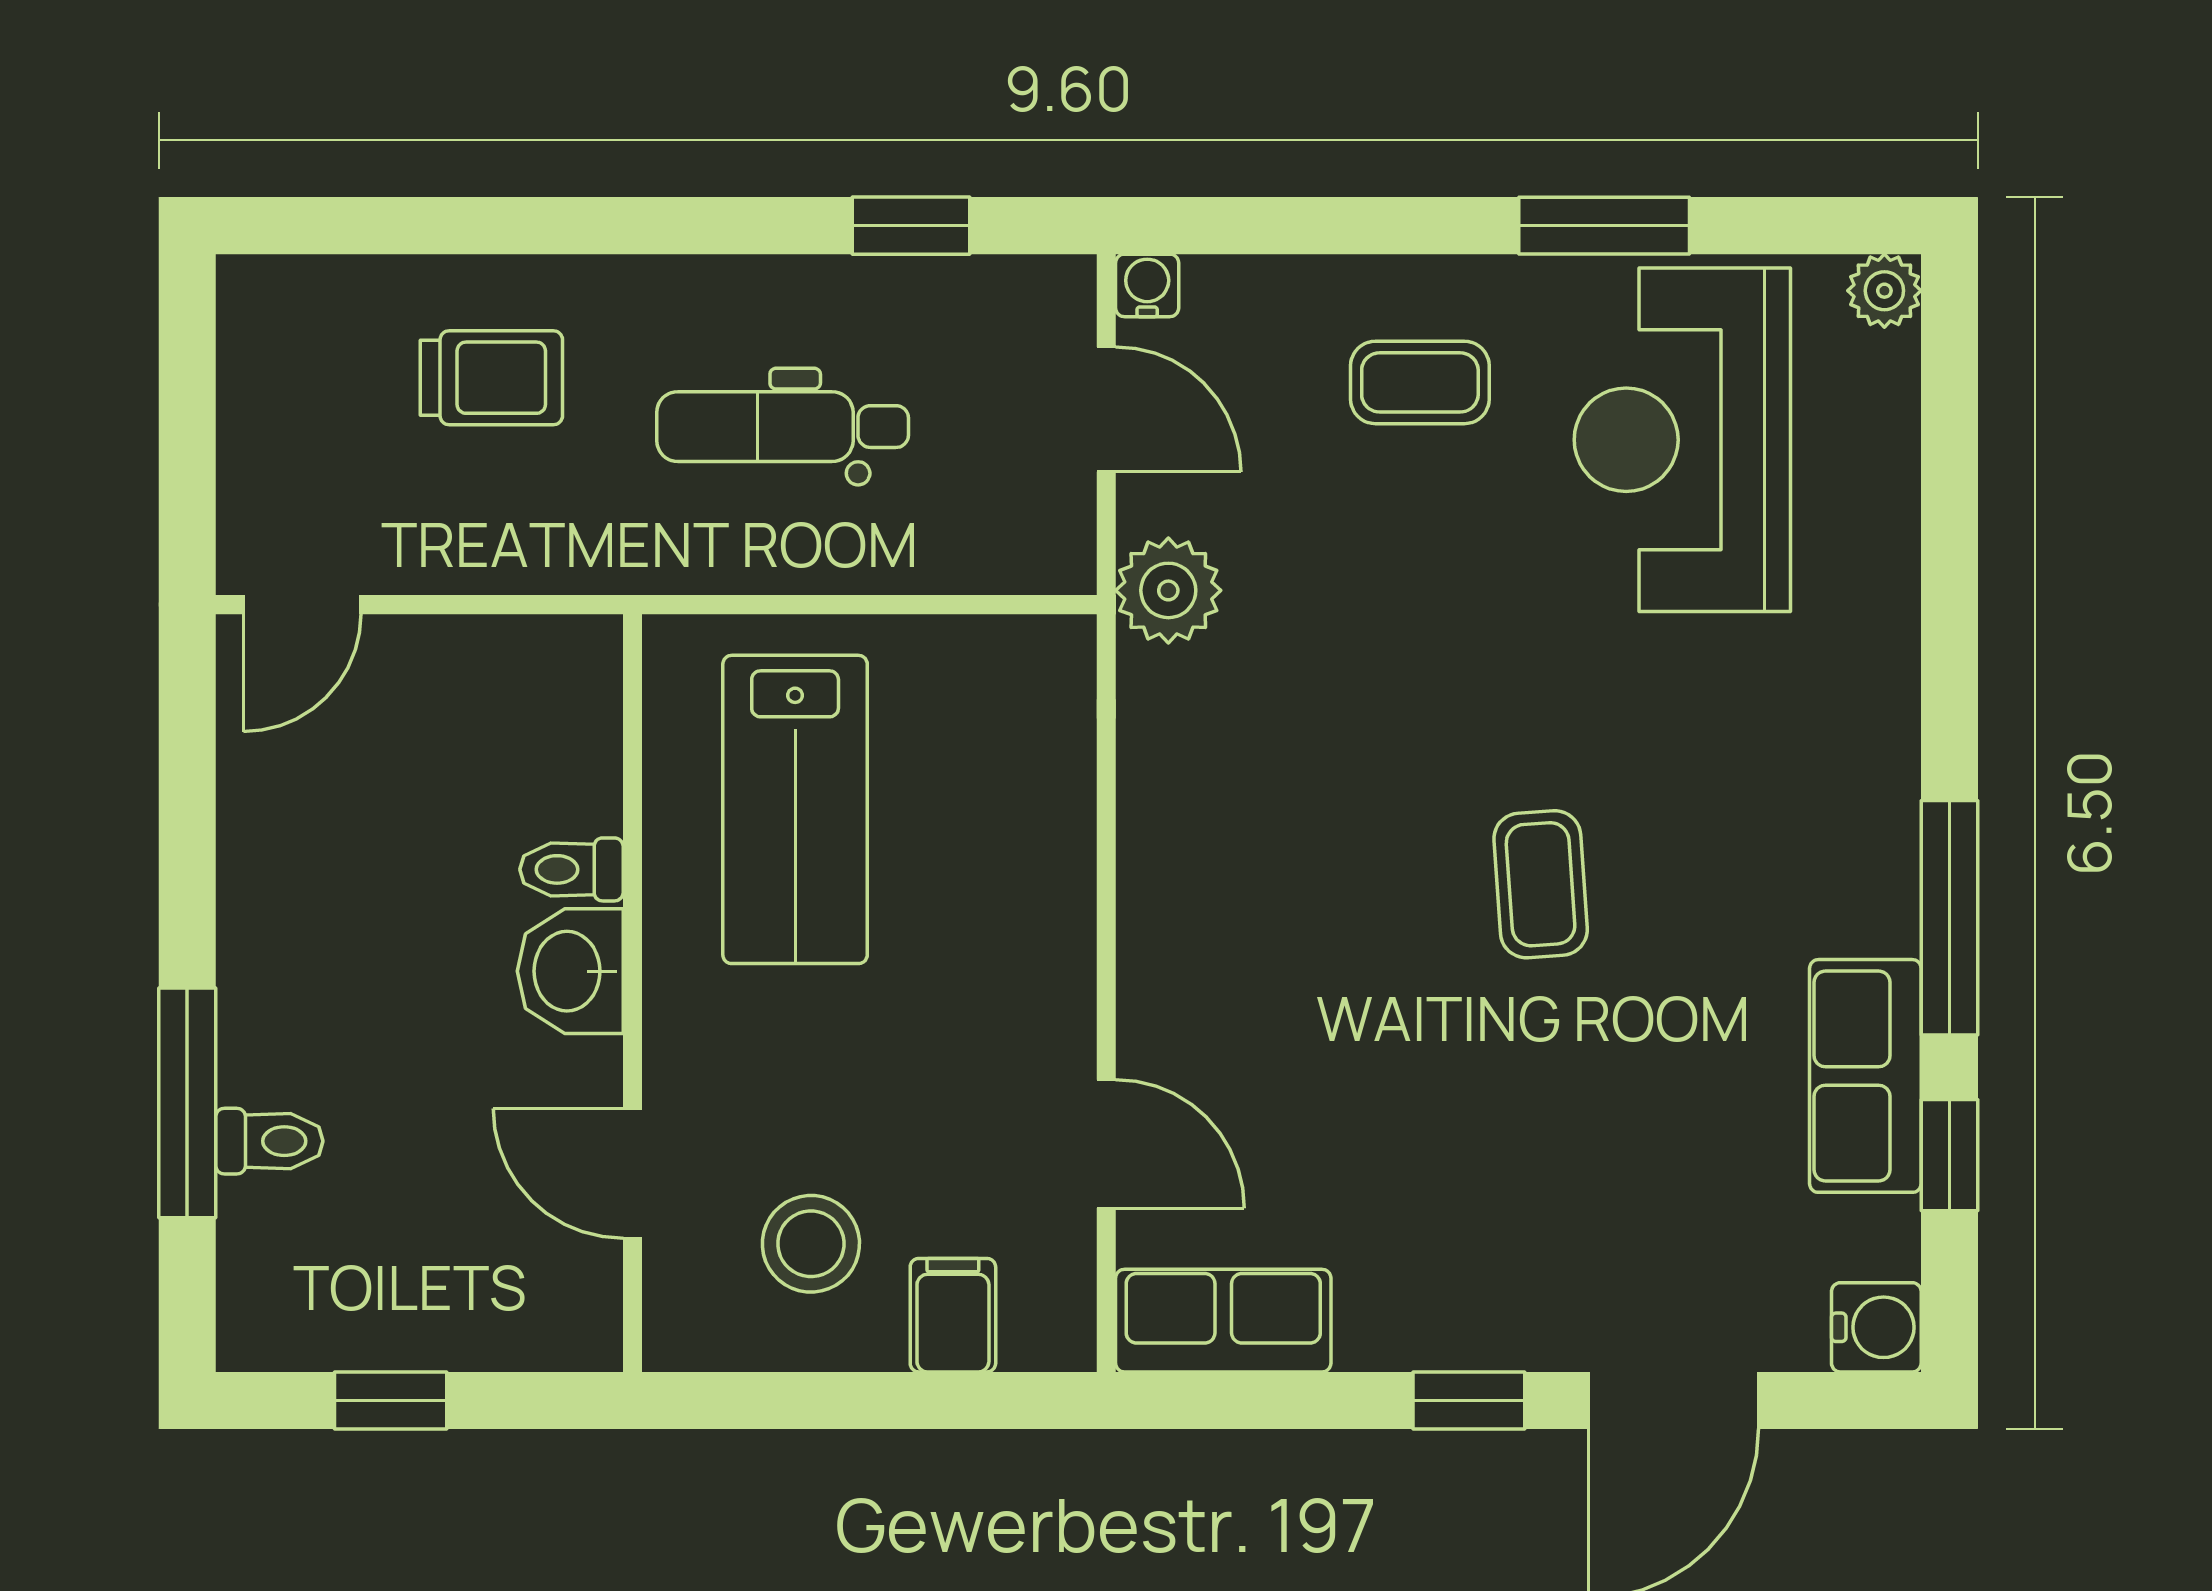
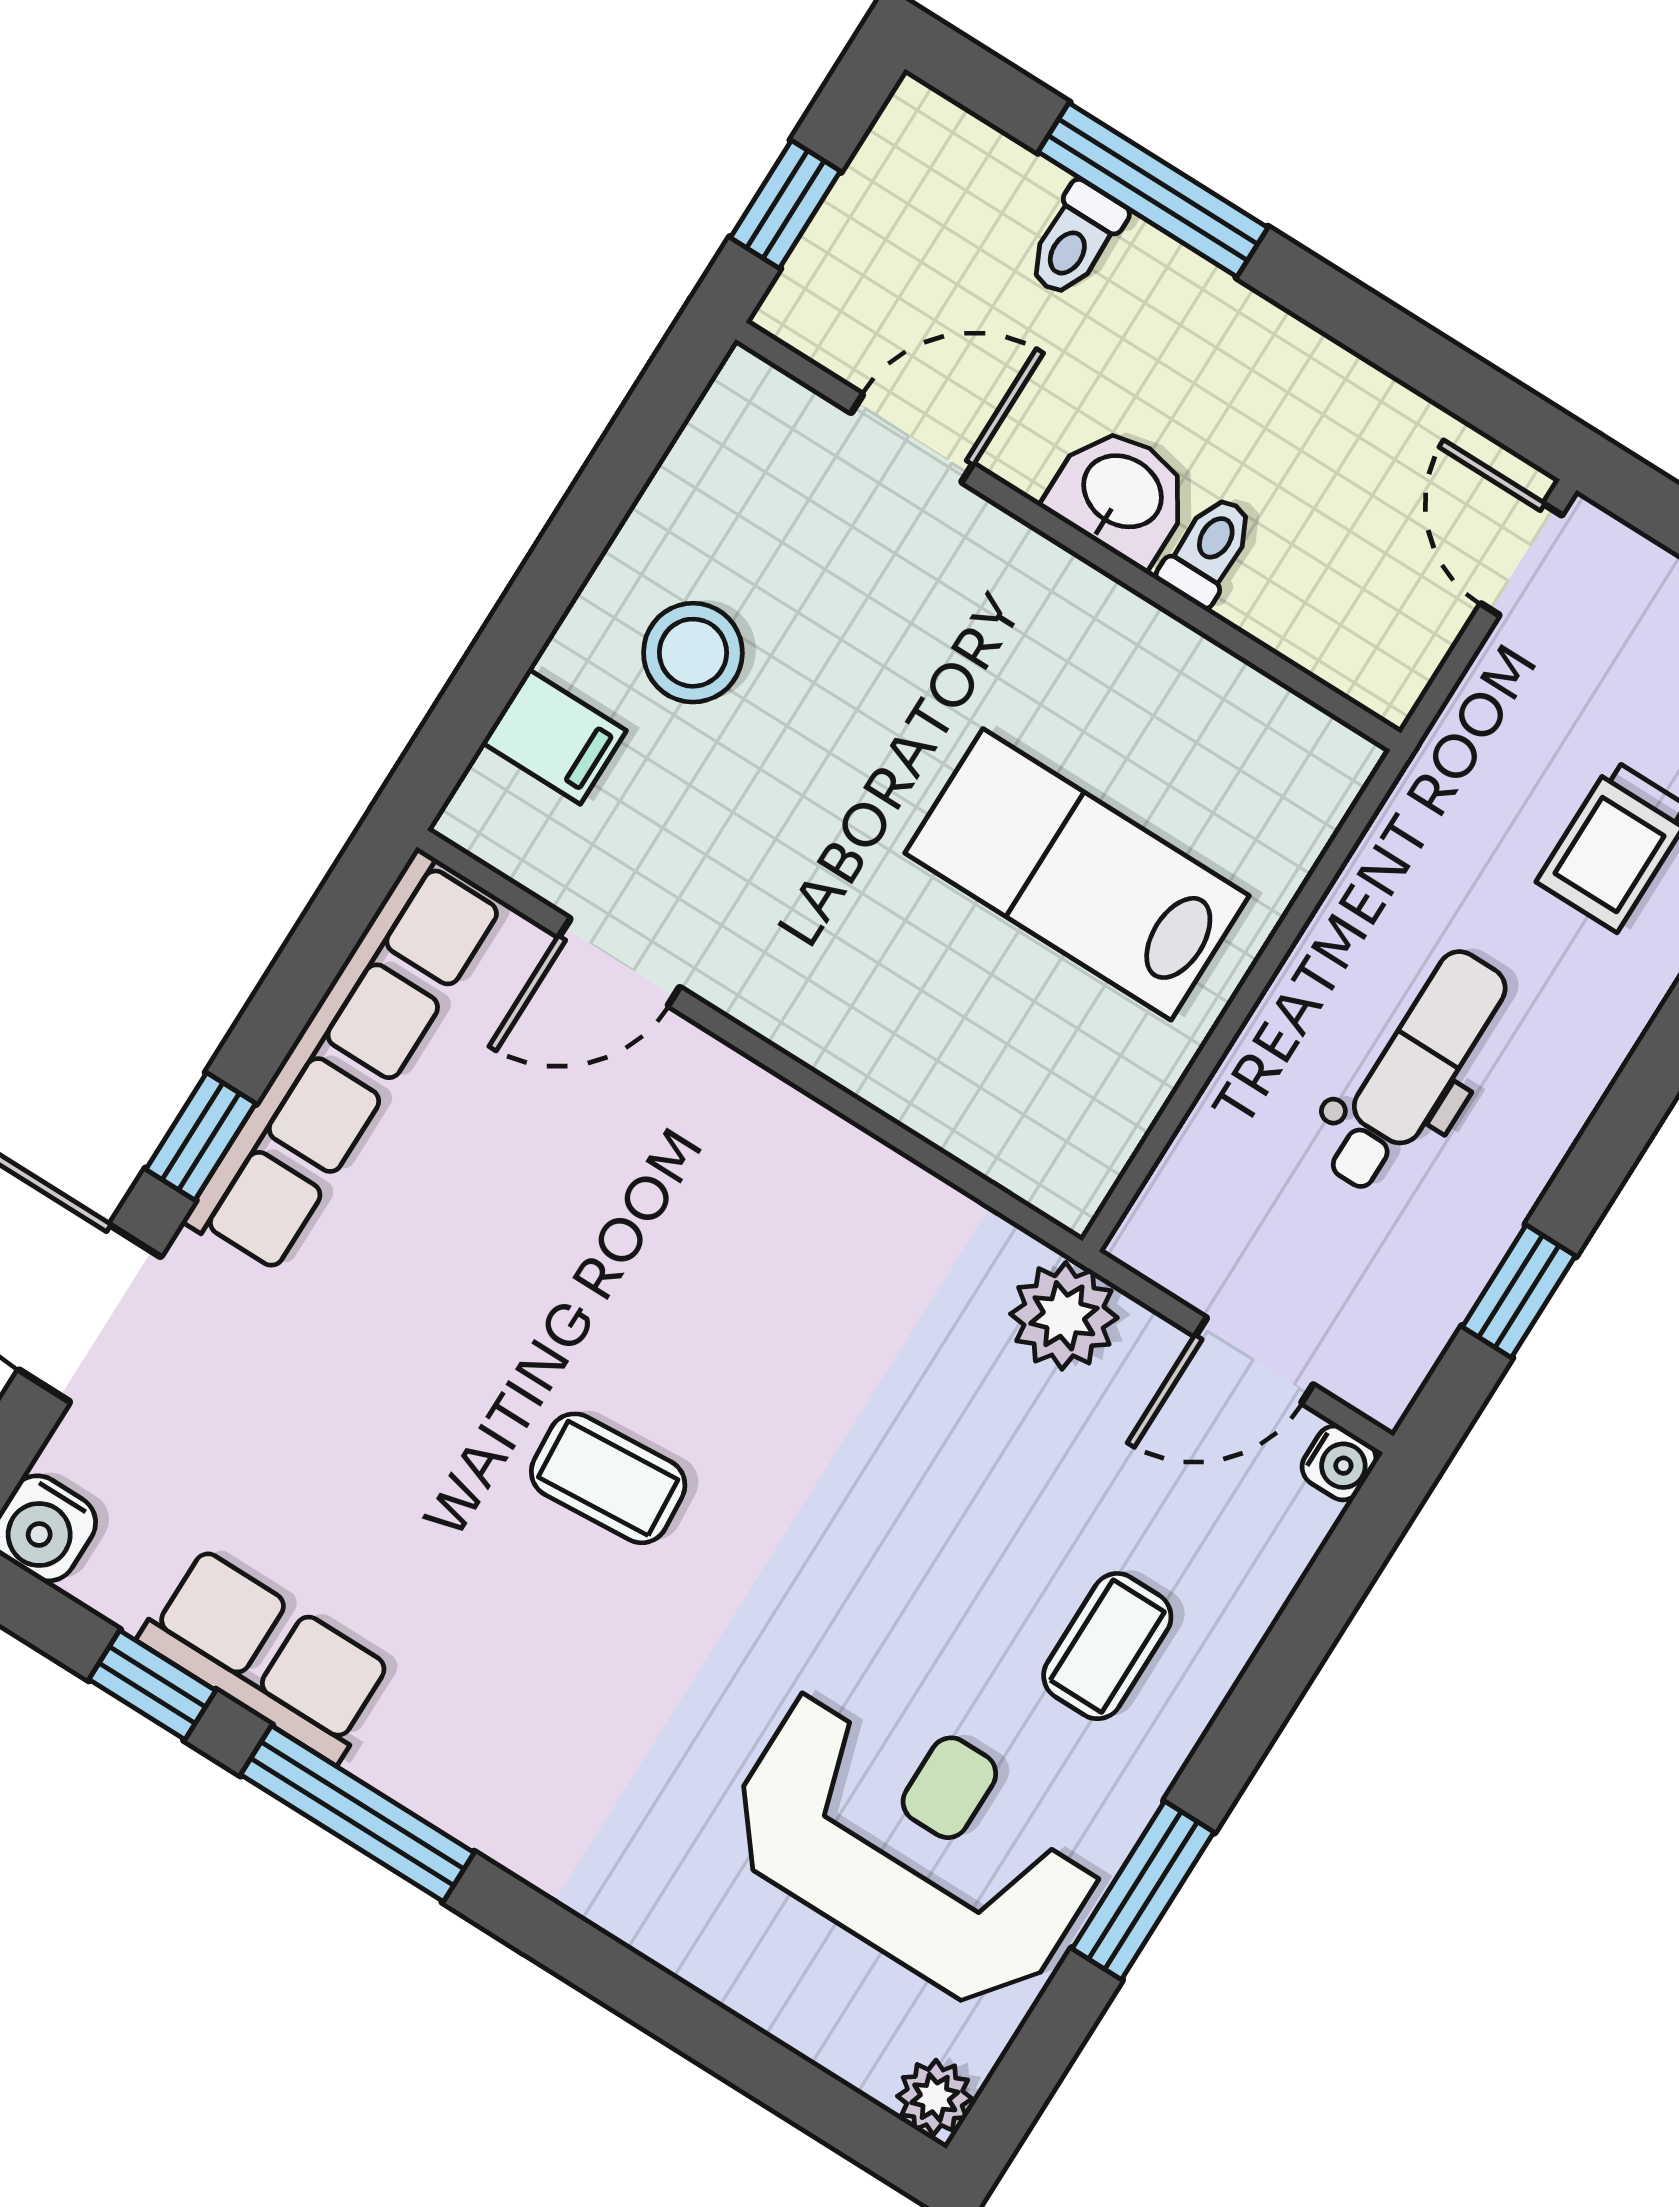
toilet: (572, 869) -> (1208, 550), moved
washbasin: (570, 971) -> (1121, 494), moved
wall: (633, 993) -> (1068, 536), moved
door: (633, 1173) -> (912, 438), moved
row of seats: (1223, 1321) -> (344, 1062), width x2.02

